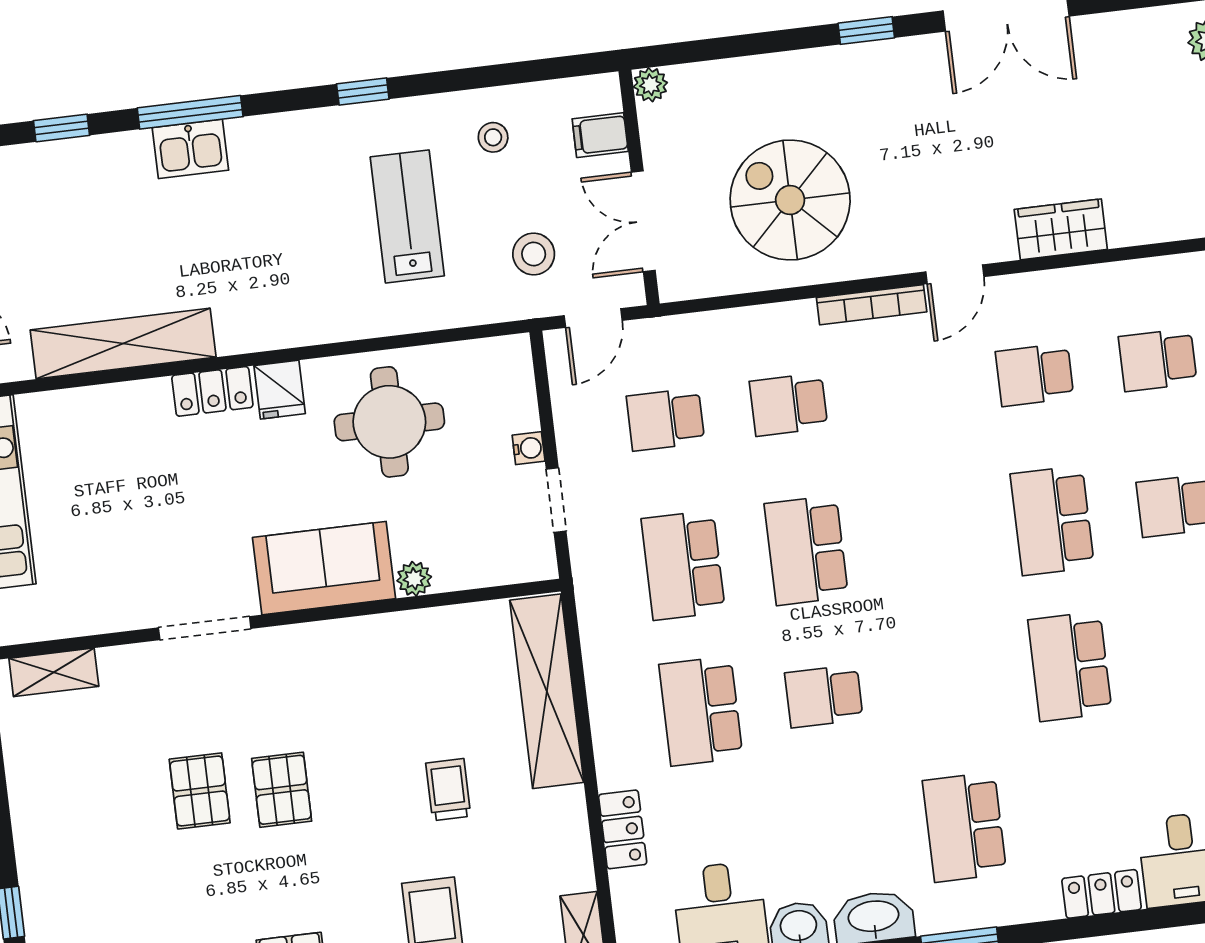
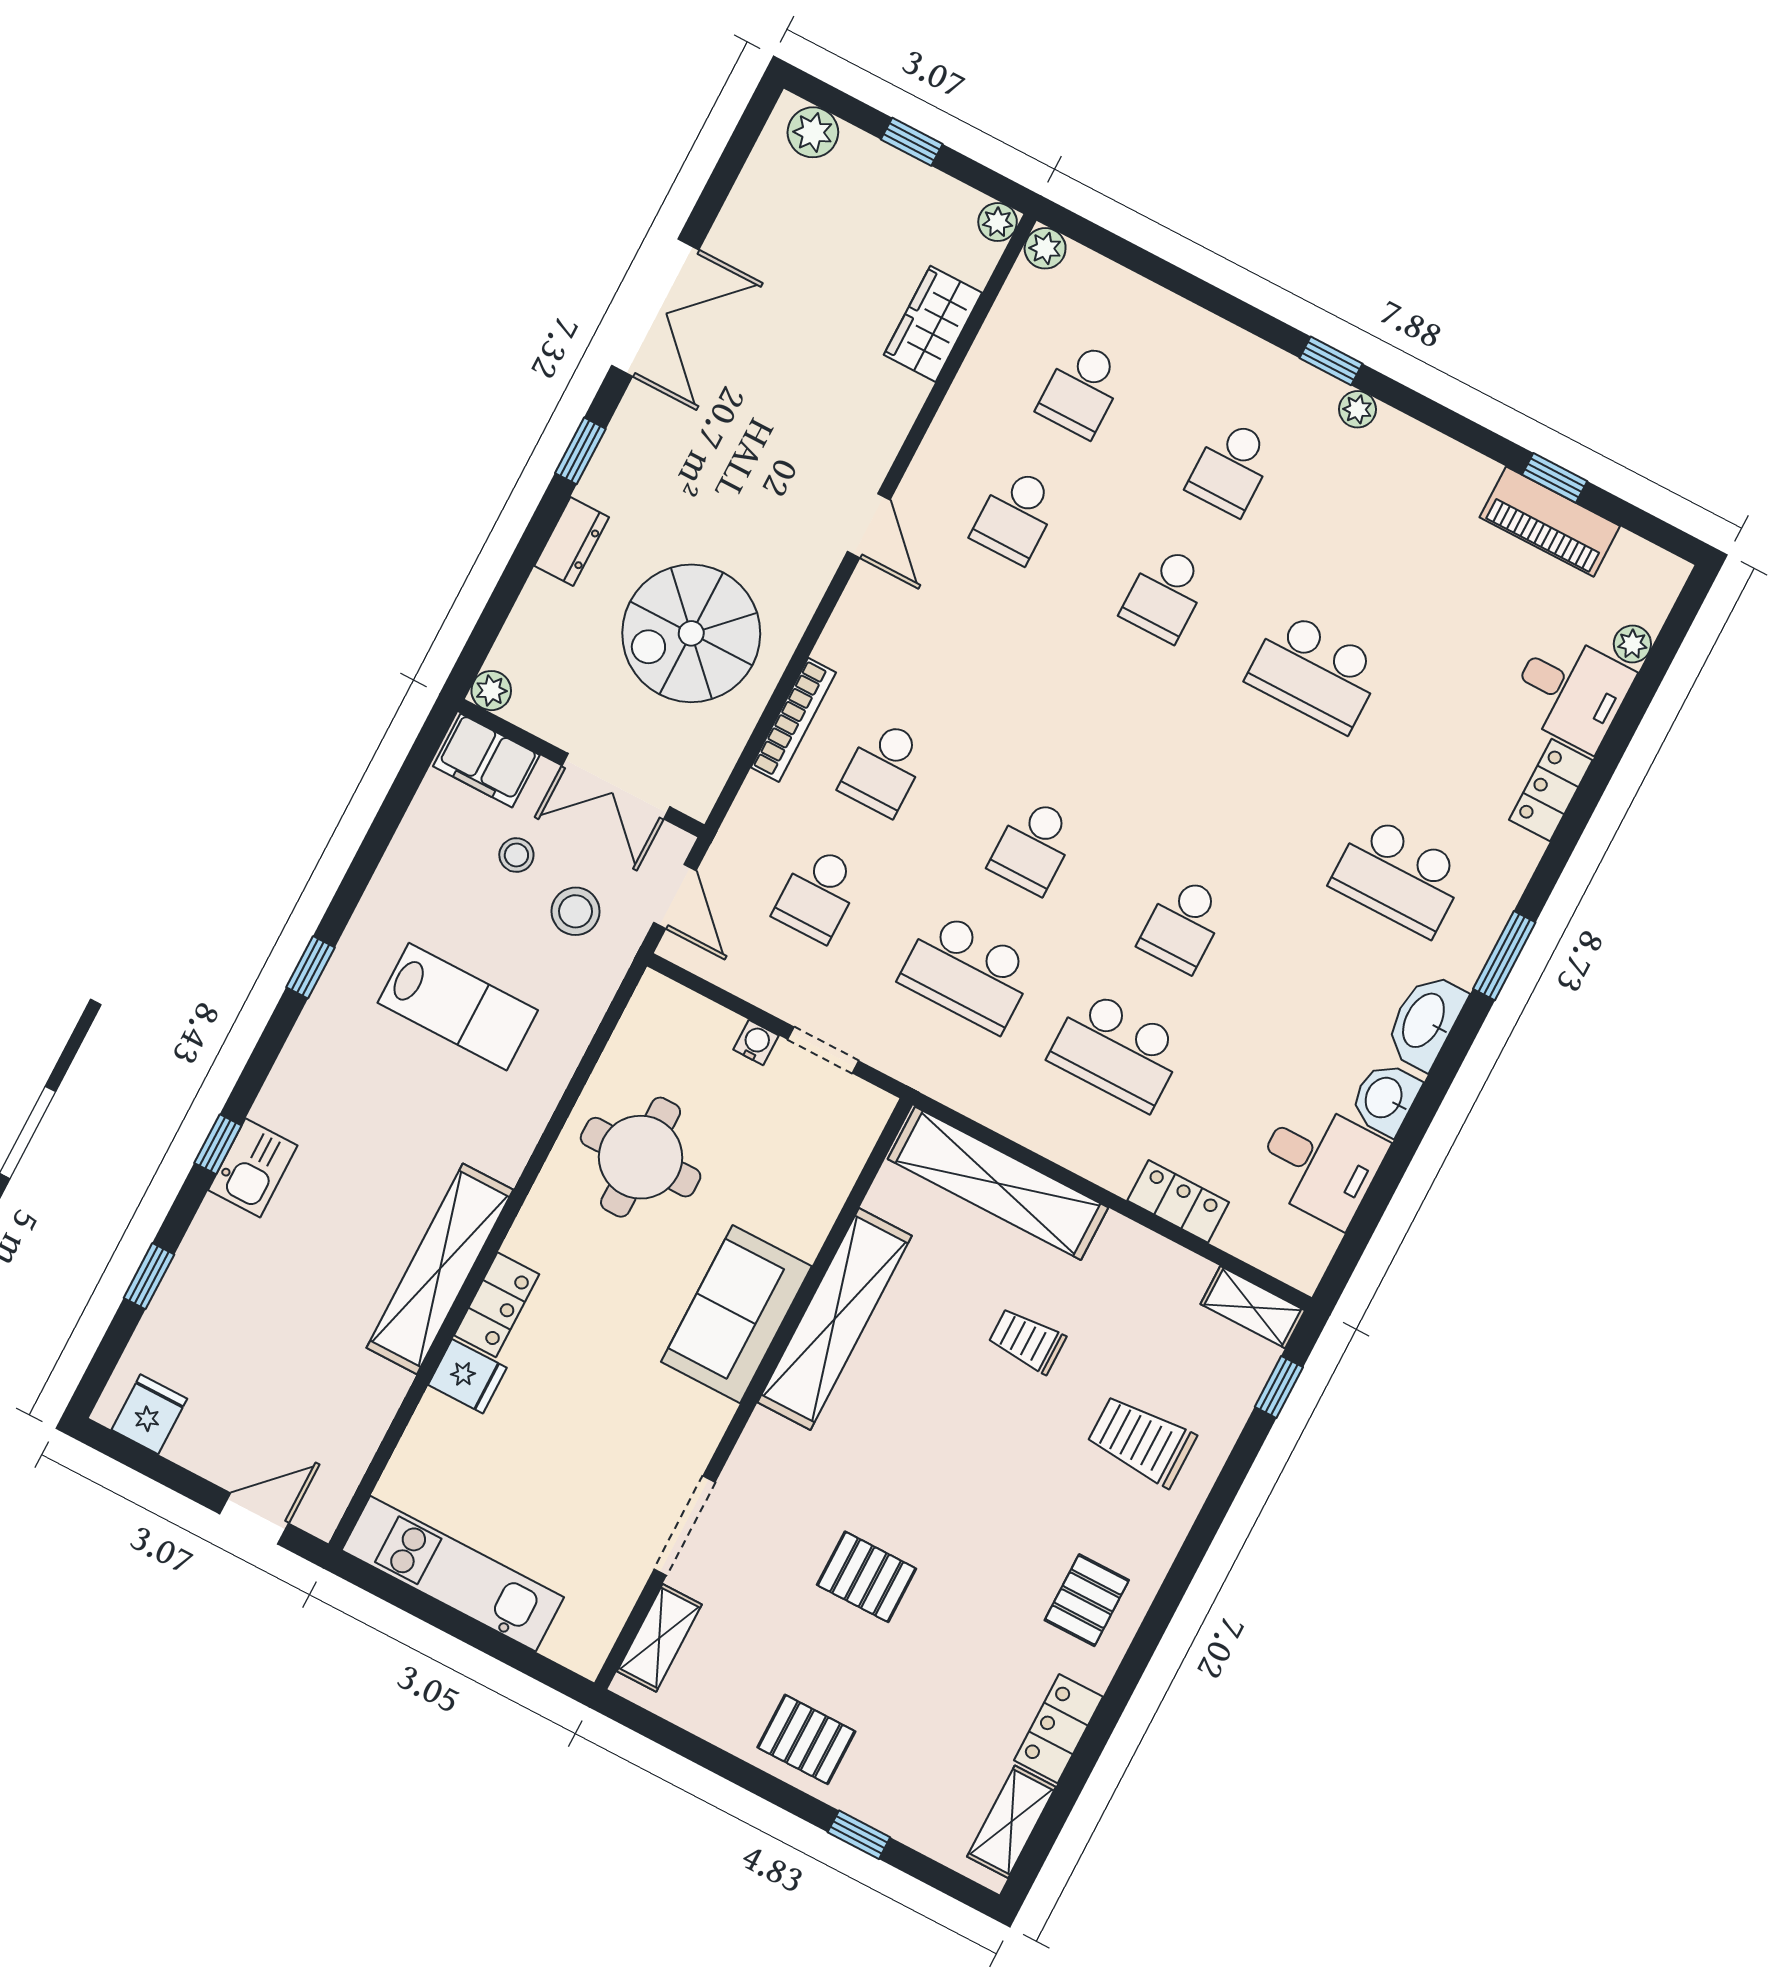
dresser: (797, 69) -> (572, 541), added
window: (190, 112) -> (218, 1144), width x0.46
filing cabinet: (600, 135) -> (486, 761), width x2.00
stool: (493, 137) -> (516, 855), moved
lab bench: (407, 216) -> (458, 1007), turned 180
wardrobe: (1061, 229) -> (933, 324), moved
bookcase: (872, 305) -> (793, 720), moved
shelving: (123, 344) -> (440, 1269), moved
fridge: (280, 390) -> (467, 1376), moved
school desk: (1052, 521) -> (1165, 594), width x0.54
school desk: (806, 550) -> (1033, 846), width x0.54
plant: (414, 579) -> (805, 1236), removed
doorway: (205, 628) -> (685, 1526), moved
shelving: (369, 641) -> (835, 1319), added
pallet: (282, 790) -> (806, 1739), moved

